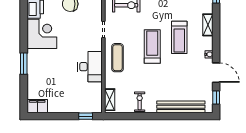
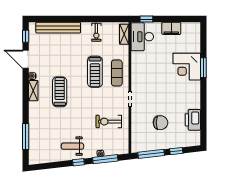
shelving: (208, 25) -> (33, 91), moved
corner desk: (42, 34) -> (187, 67), moved
treadmill: (152, 47) -> (95, 72), moved
desk: (90, 67) -> (142, 37), moved
filing cabinet: (37, 106) -> (171, 28), moved

